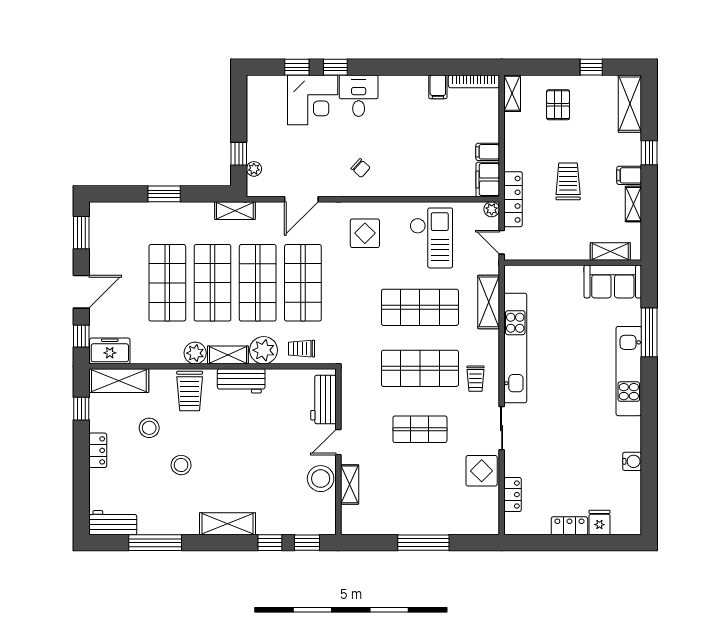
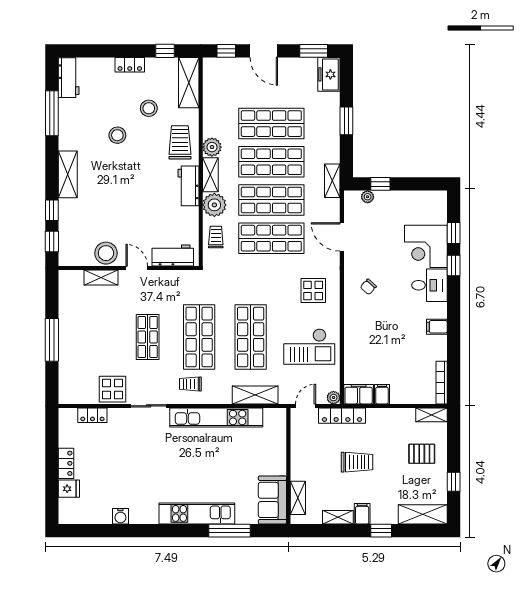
filing cabinet: (438, 87) -> (437, 327), moved
freezer: (110, 351) -> (329, 74), moved, turned 180
trolley: (190, 391) -> (180, 142), turned 90

